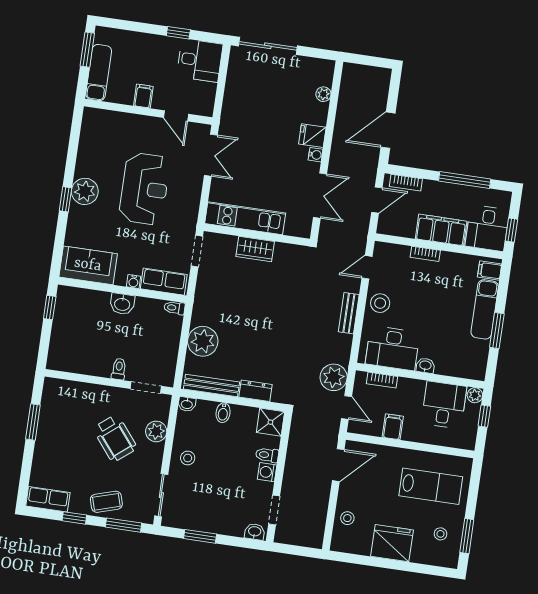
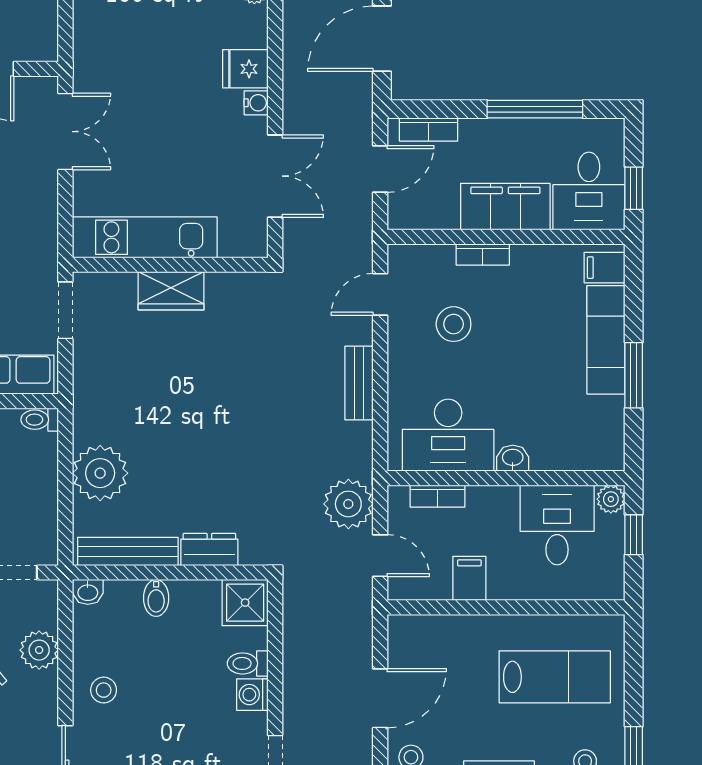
stool: (380, 303) -> (454, 324), moved
door: (338, 465) -> (380, 698), moved

